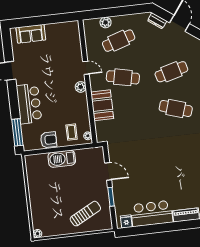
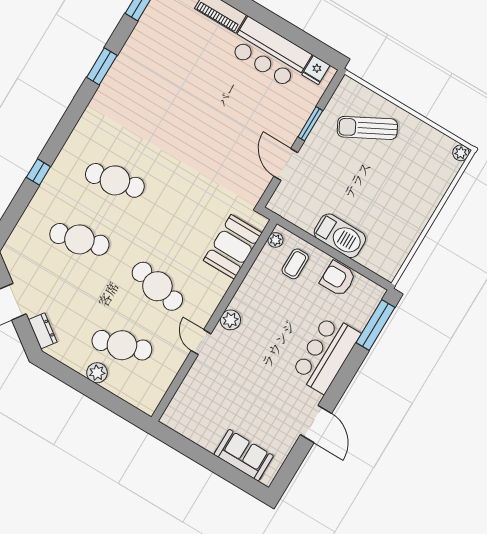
plant: (106, 22) -> (97, 373), moved
booth: (102, 105) -> (233, 247), moved
cafe table: (176, 108) -> (115, 180), turned -30

